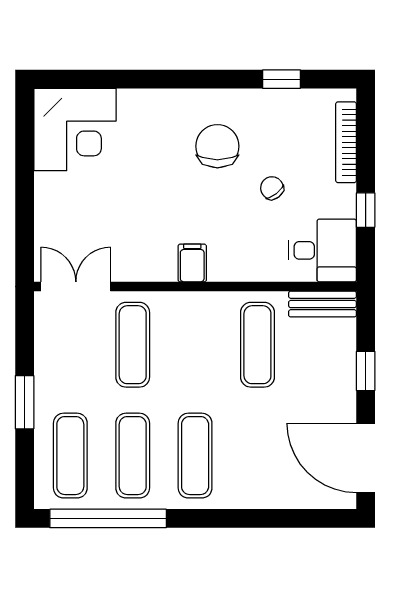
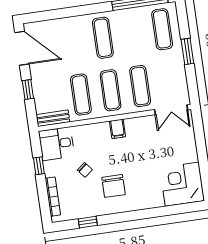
exercise mat: (133, 456) -> (111, 90), moved

